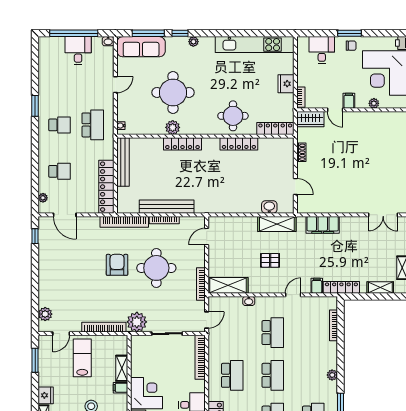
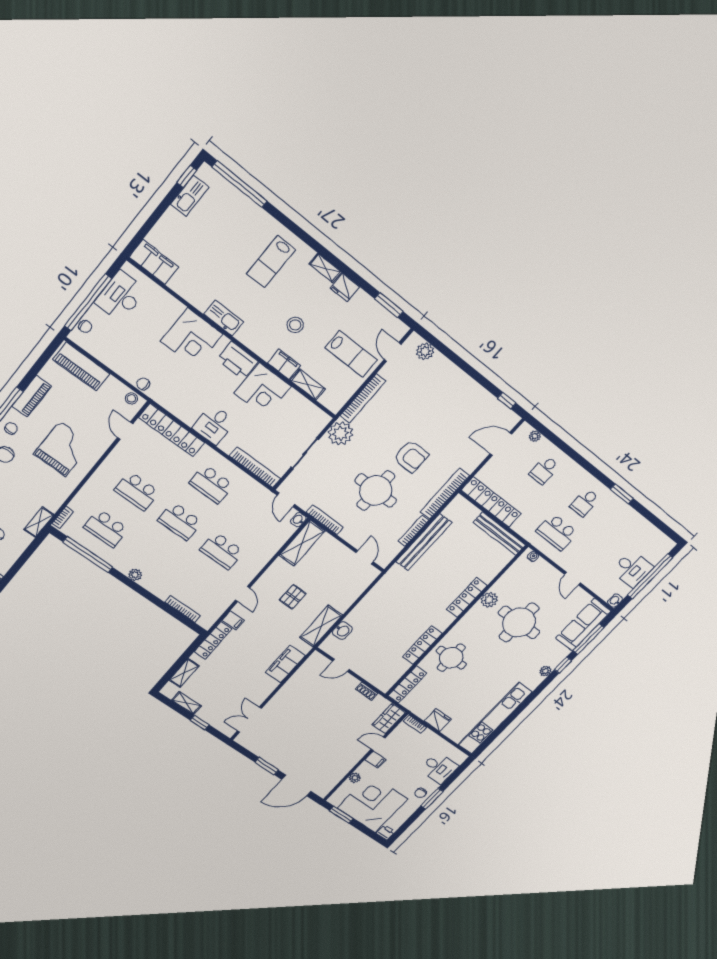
washbasin: (249, 301) -> (298, 520), moved
filing cabinet: (120, 388) -> (284, 364), width x2.00

